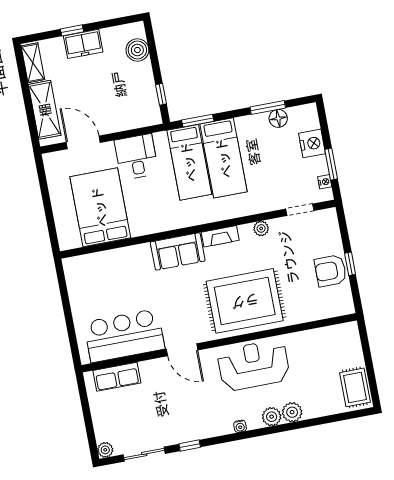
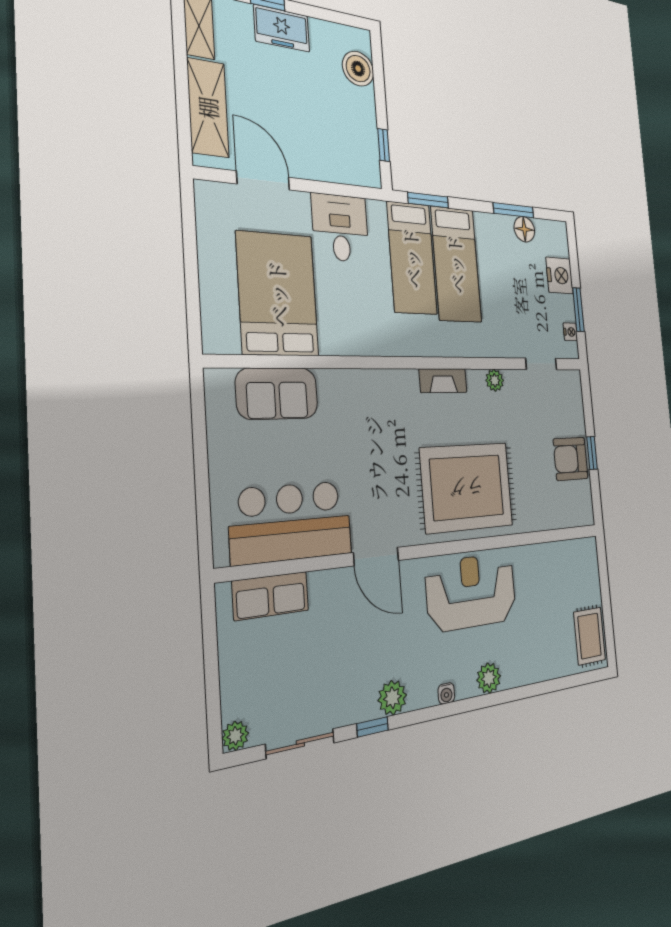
sofa: (178, 251) -> (277, 393), moved
plant: (292, 412) -> (392, 698), moved

